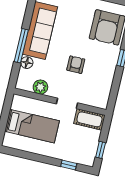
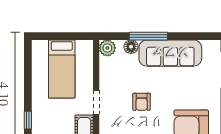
armchair: (76, 65) -> (142, 102), turned 90
plant: (40, 87) -> (107, 48), moved

